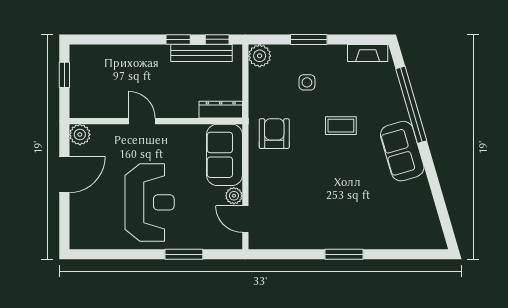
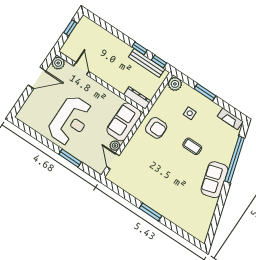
door: (142, 121) -> (81, 69), moved
armchair: (274, 134) -> (156, 128), turned 90

